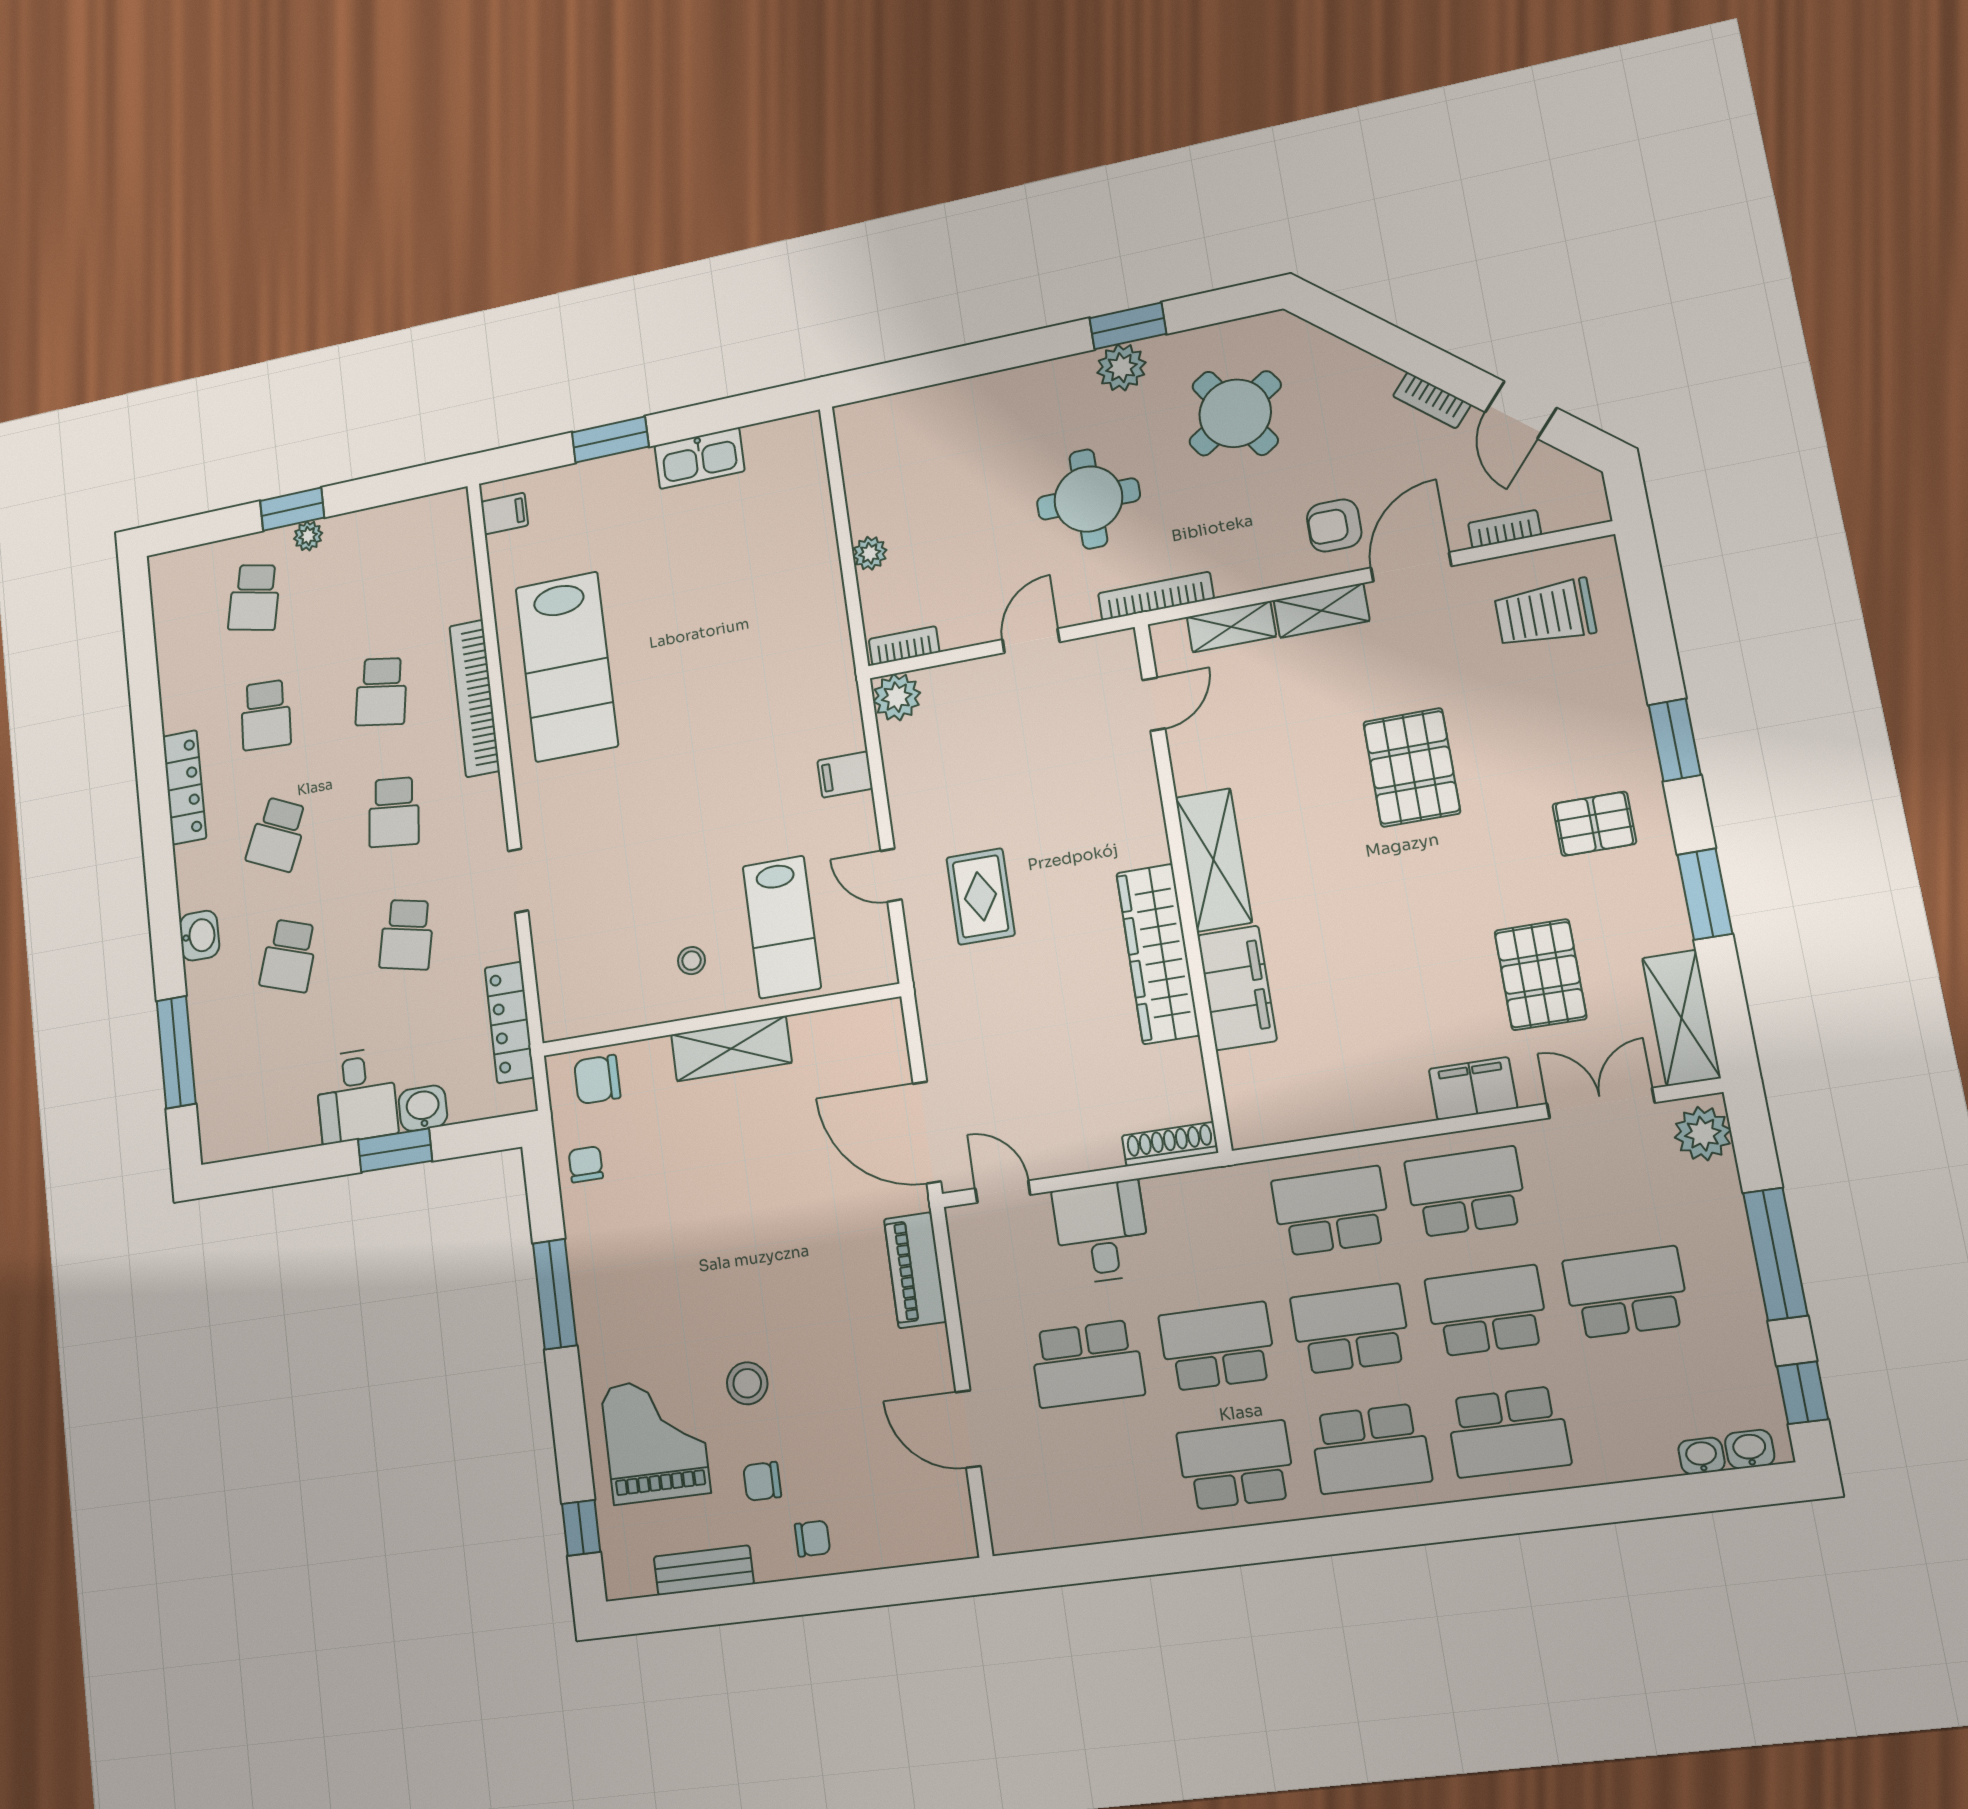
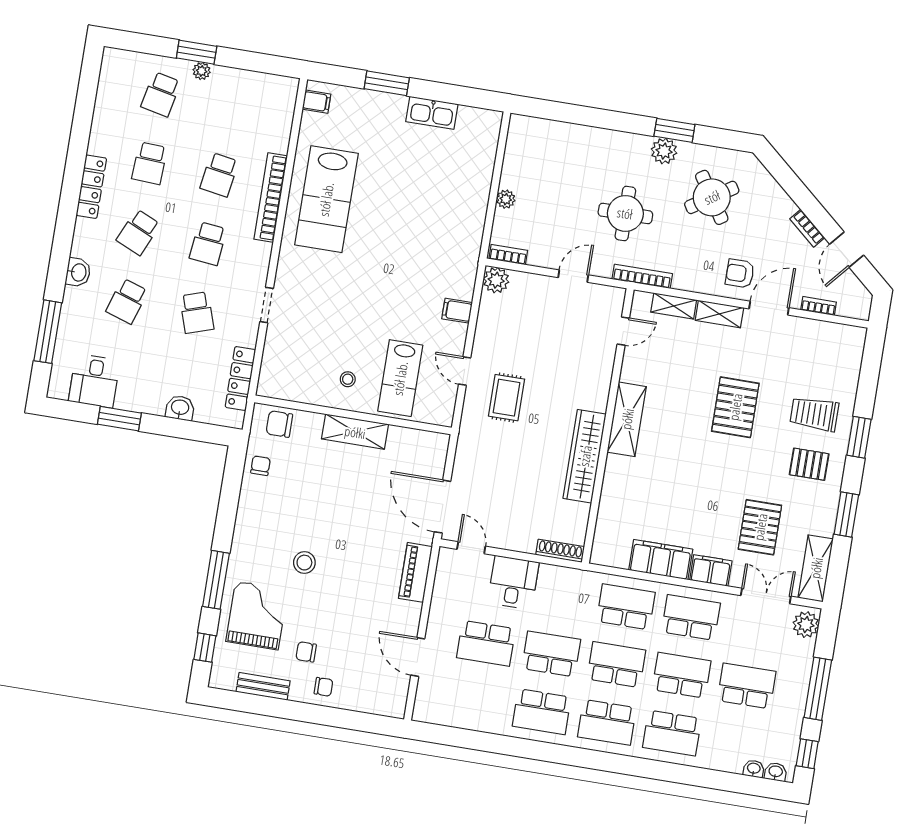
trolley: (1545, 613) -> (814, 414), moved
school desk: (407, 935) -> (197, 313), turned -30
filing cabinet: (1237, 988) -> (661, 560), moved, turned -90
desk: (356, 1096) -> (94, 381), moved
window: (395, 1150) -> (119, 419), moved
window: (555, 1294) -> (216, 580), moved
stool: (747, 1383) -> (304, 563), moved
school desk: (1236, 1465) -> (542, 712), turned 180

